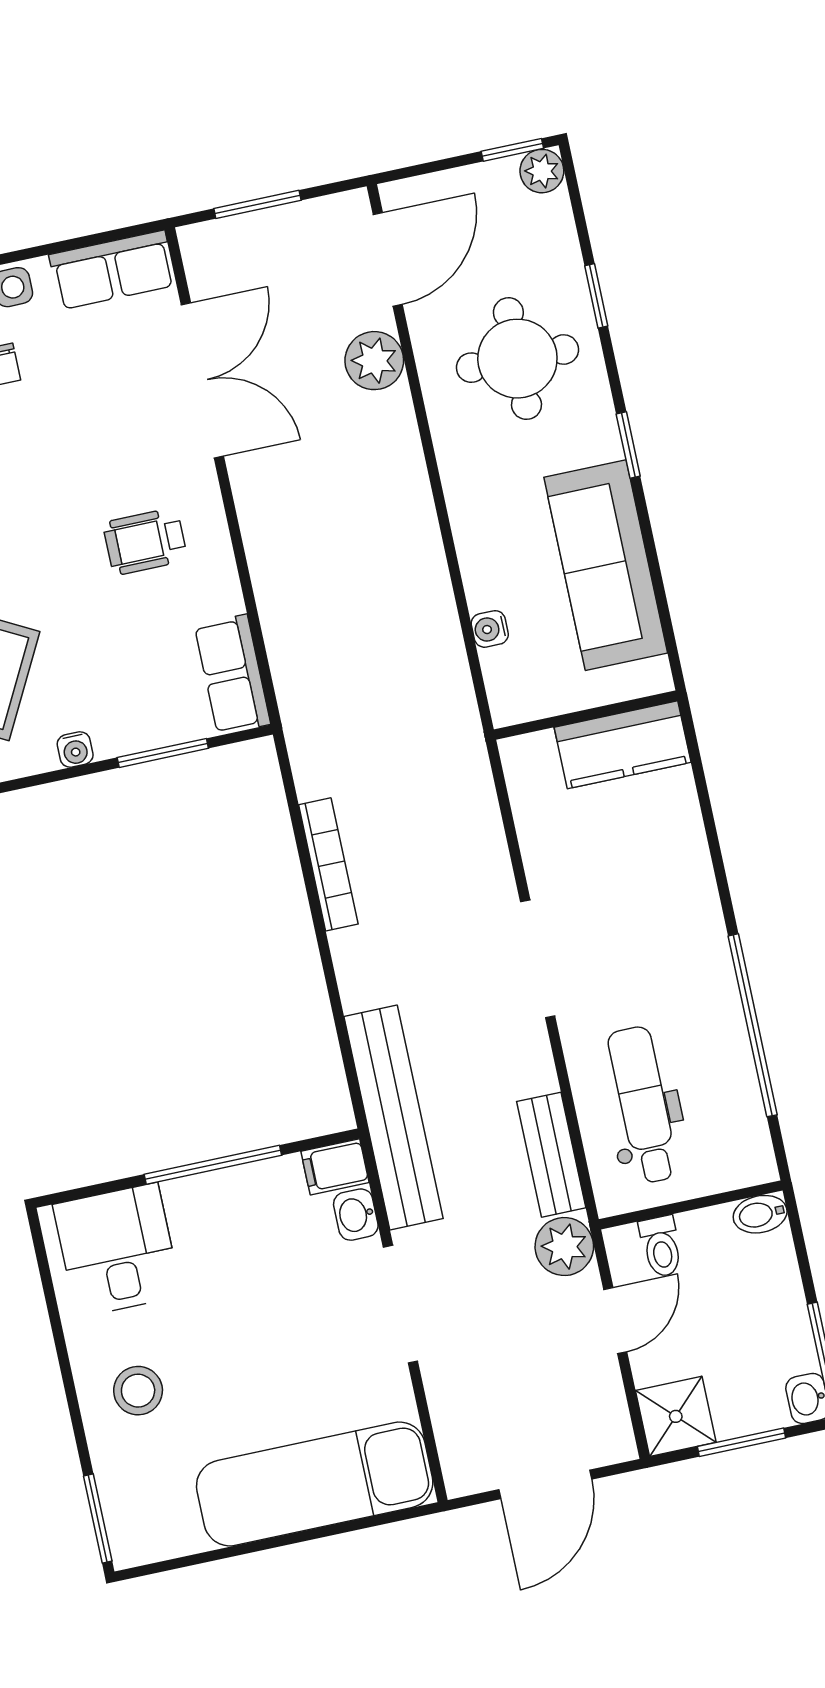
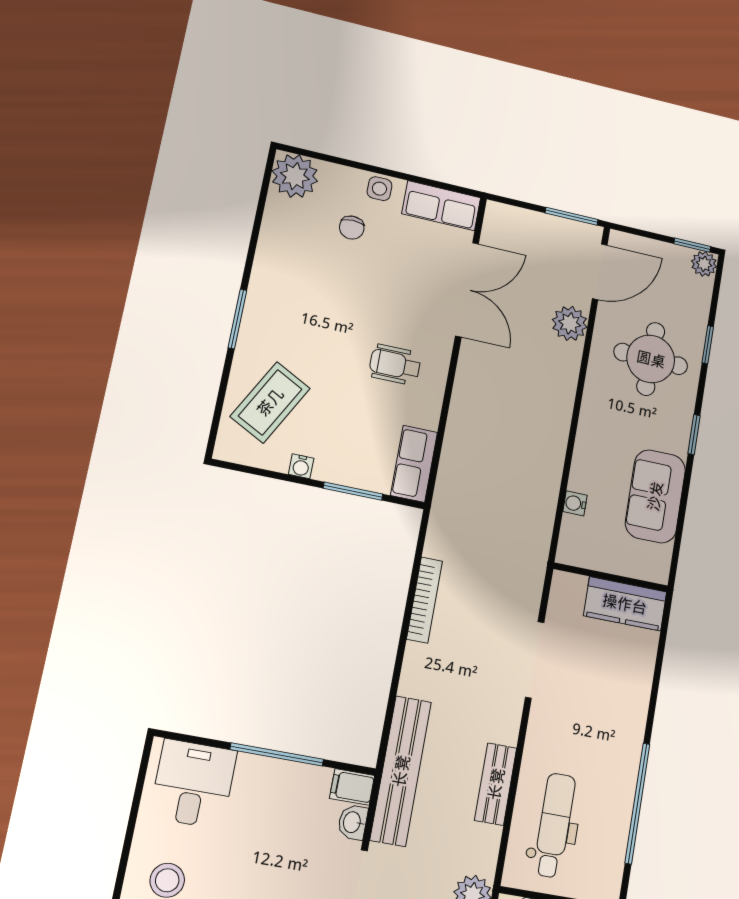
window: (257, 204) -> (572, 216), moved
sofa: (606, 565) -> (655, 496), width x0.73
doorway: (538, 959) -> (535, 660), moved
bench: (551, 1155) -> (496, 784), moved

